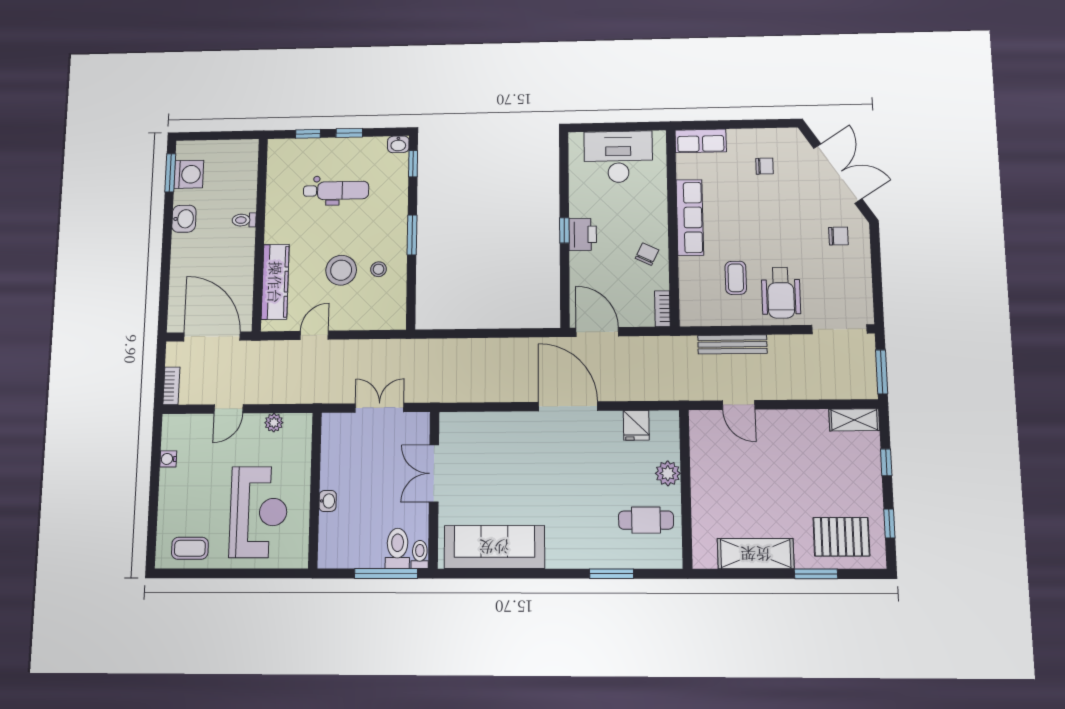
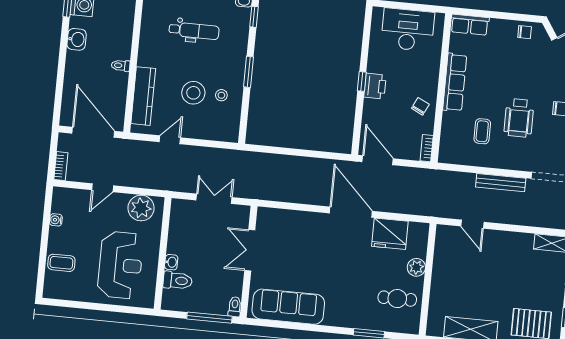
chair: (764, 166) -> (525, 32), moved
toilet: (244, 220) -> (121, 66), moved
wheelchair: (781, 293) -> (519, 118), moved
bench: (732, 344) -> (501, 183), moved
plant: (274, 423) -> (141, 208), width x1.88, depth x1.88
fridge: (636, 425) -> (390, 234), width x1.88, depth x1.34
coffee table: (190, 548) -> (61, 263), moved
toilet: (397, 548) -> (178, 281), moved, turned 90

